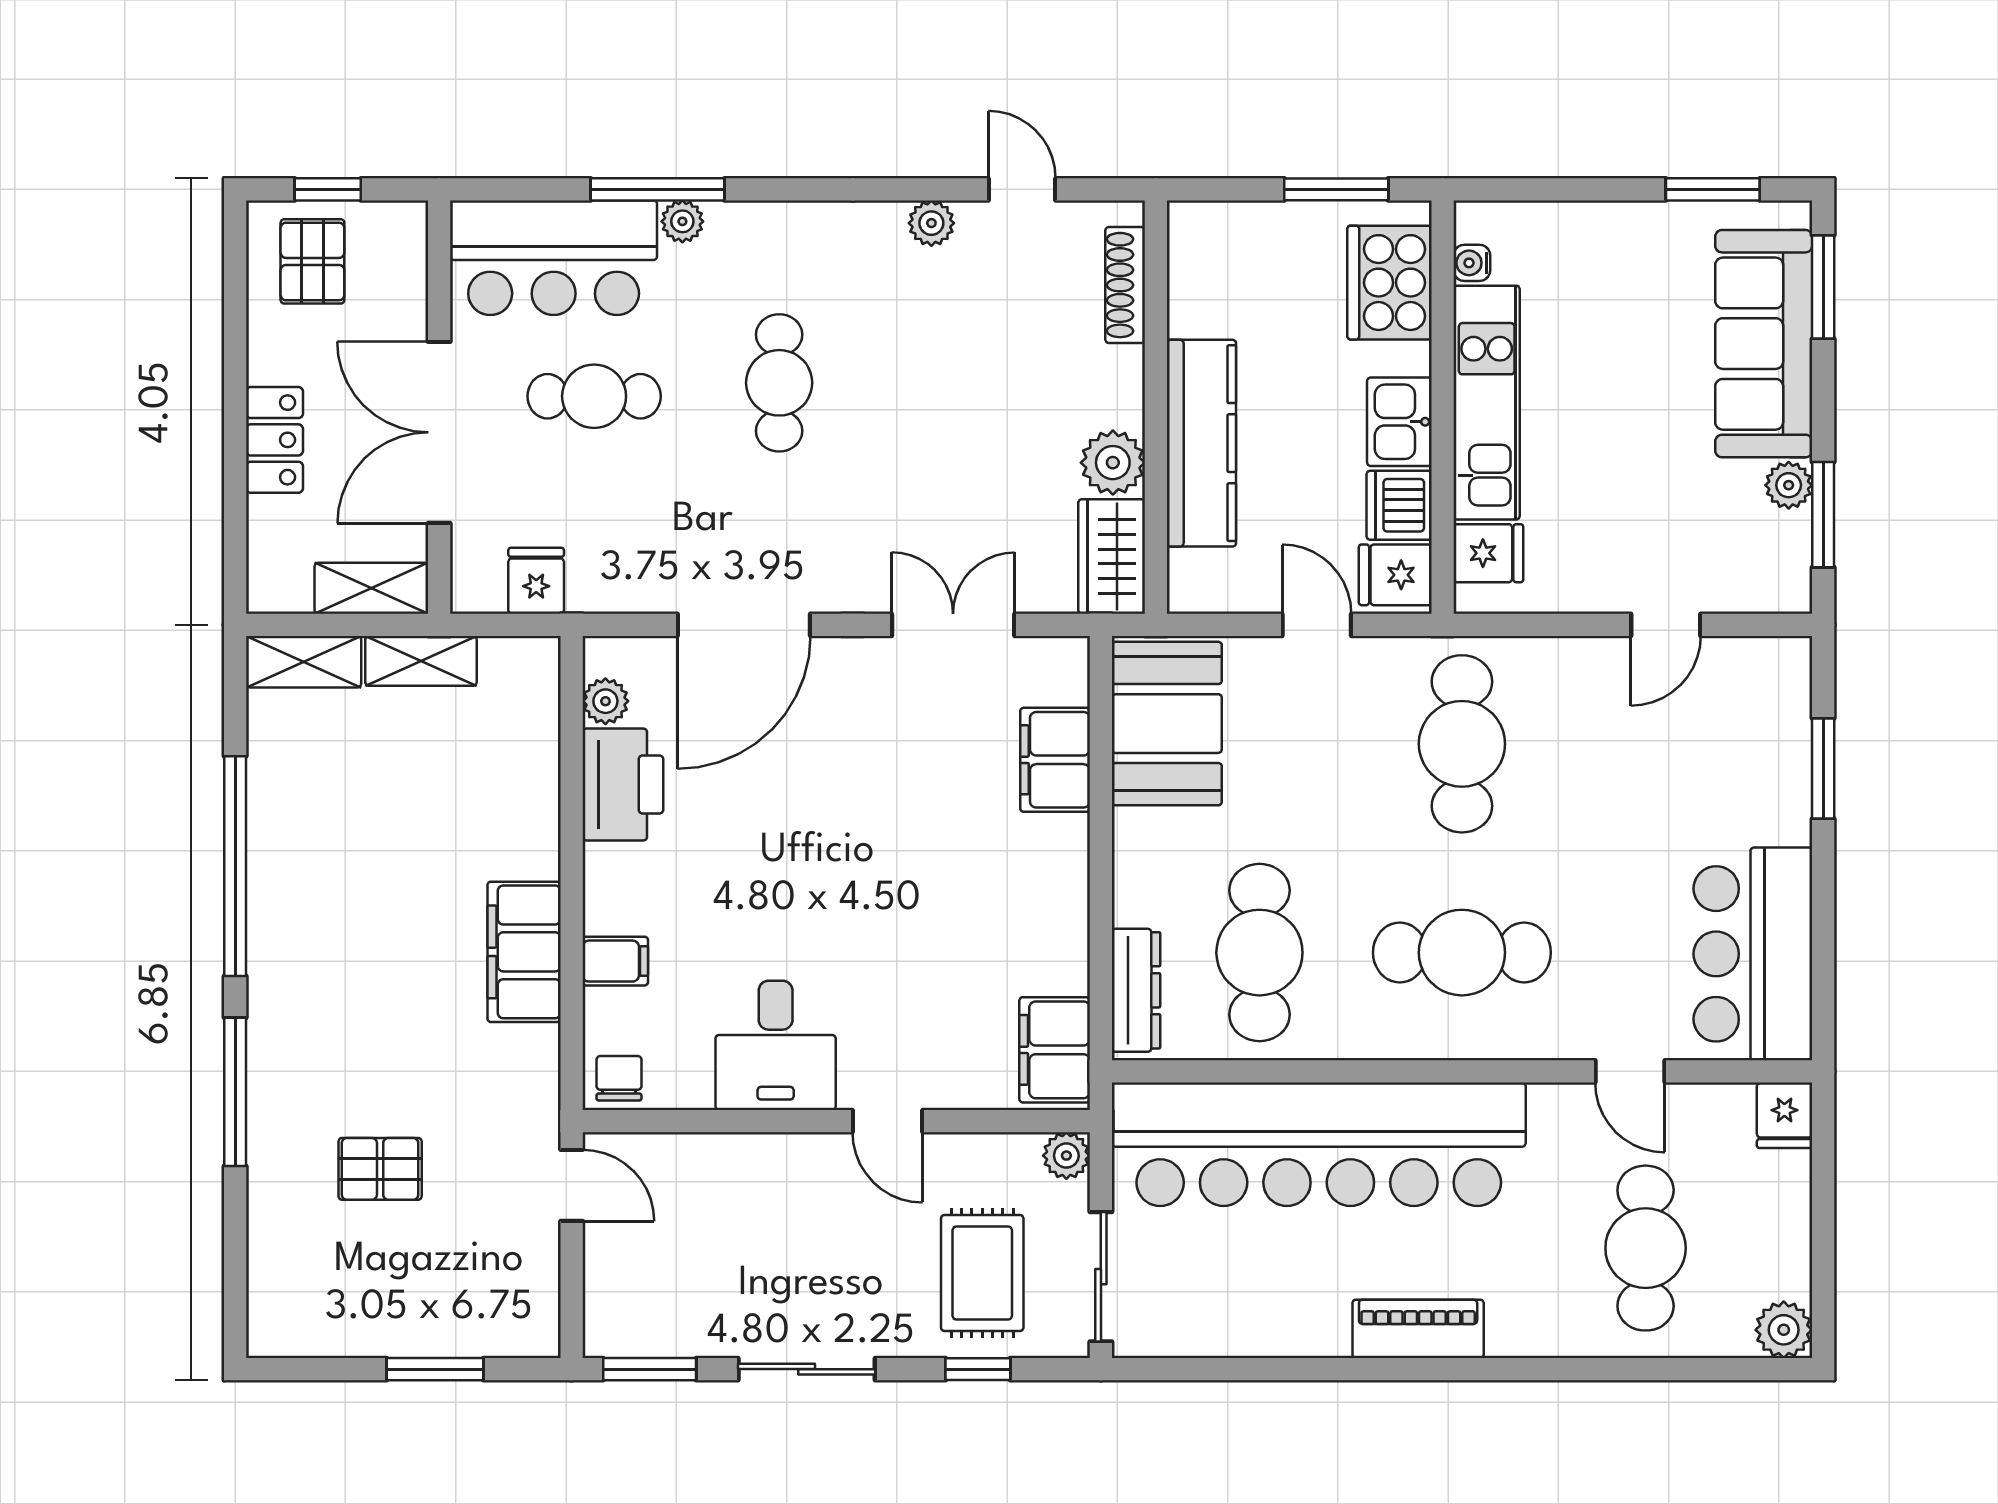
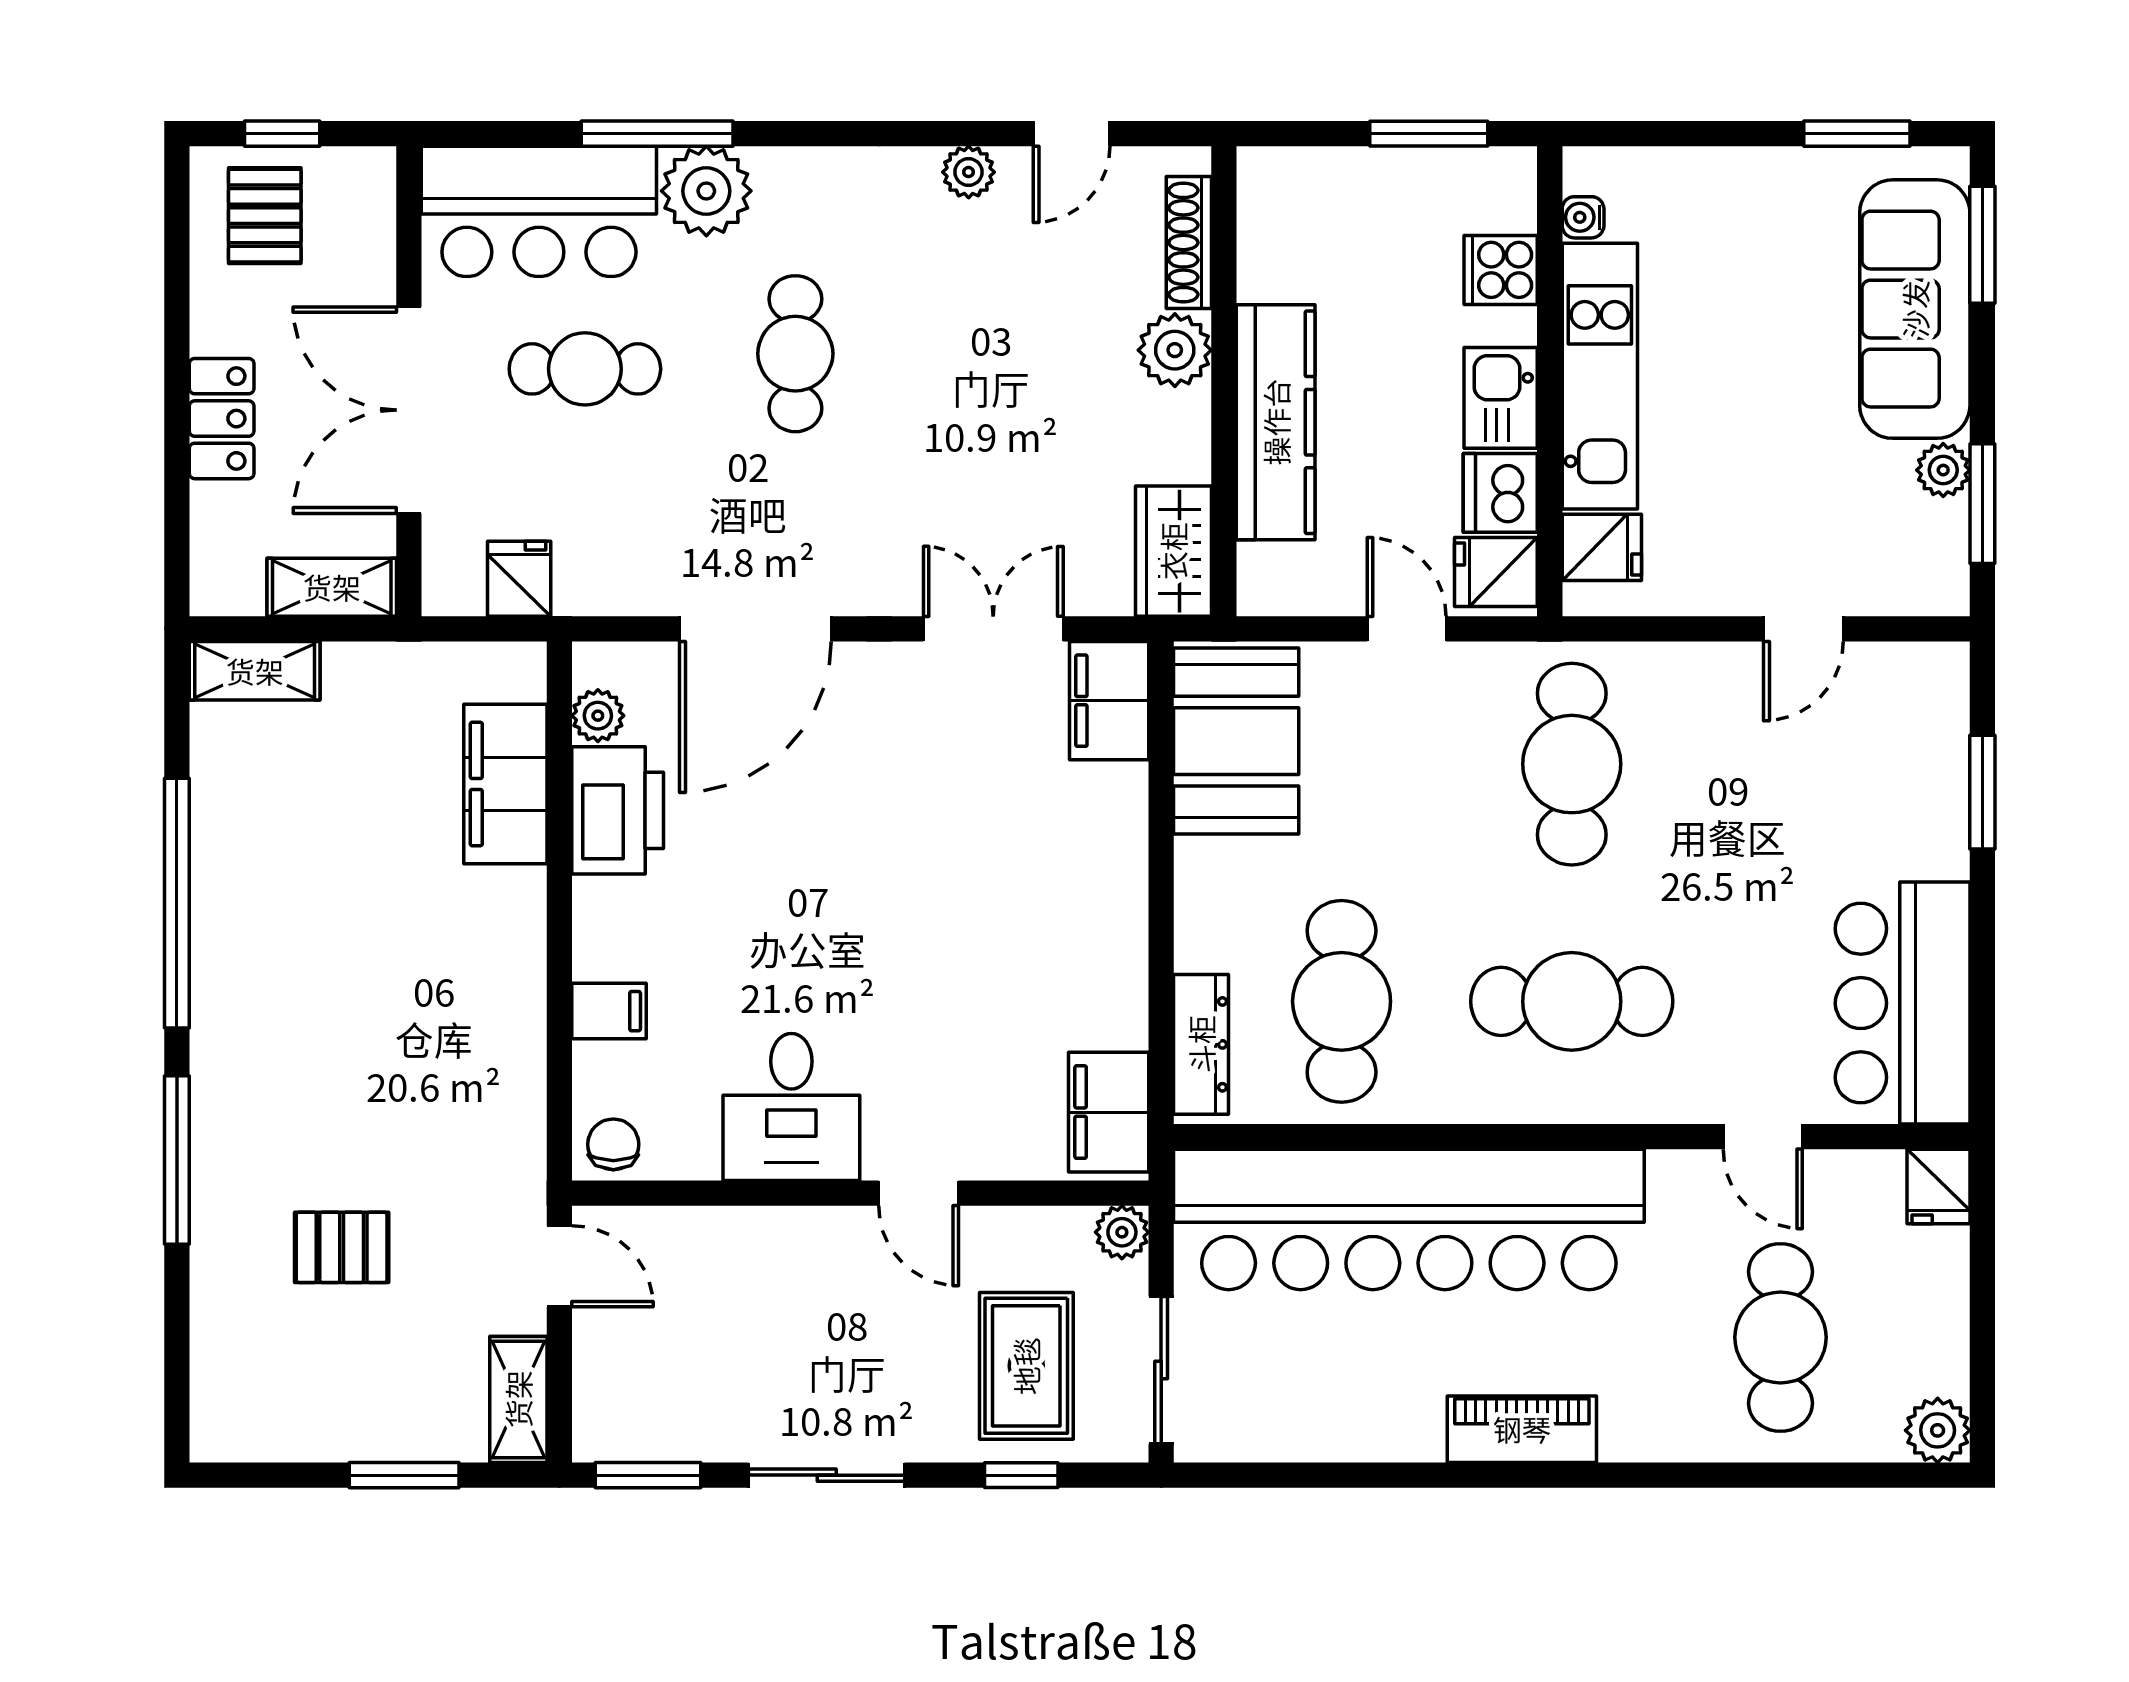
door: (1022, 189) -> (1072, 134), swing flipped
plant: (682, 221) -> (706, 191), width x1.88, depth x1.88
cooker: (1390, 283) -> (1501, 270), width x0.53, depth x0.76
plant: (1113, 463) -> (1175, 350), moved
shelving: (421, 661) -> (518, 1399), moved, turned 90
filing cabinet: (1055, 760) -> (1109, 701), moved
filing cabinet: (524, 952) -> (505, 784), moved

